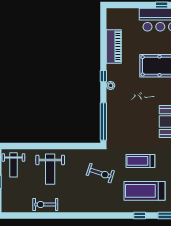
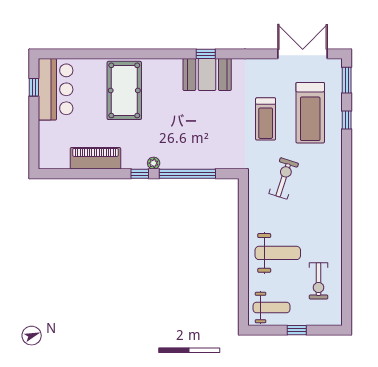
window: (103, 121) -> (187, 174), moved
exercise bike: (45, 204) -> (319, 281), moved

